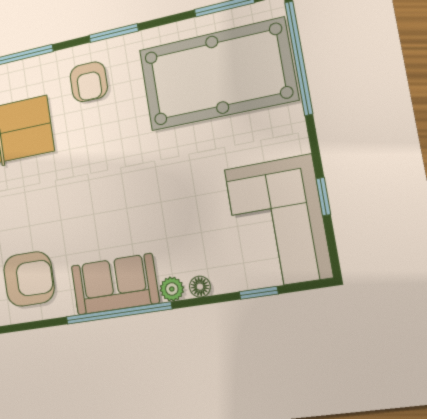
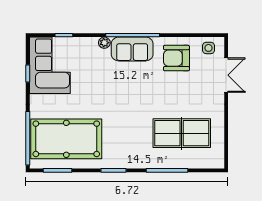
armchair: (89, 82) -> (130, 149), removed
floor lamp: (200, 287) -> (91, 42), removed

